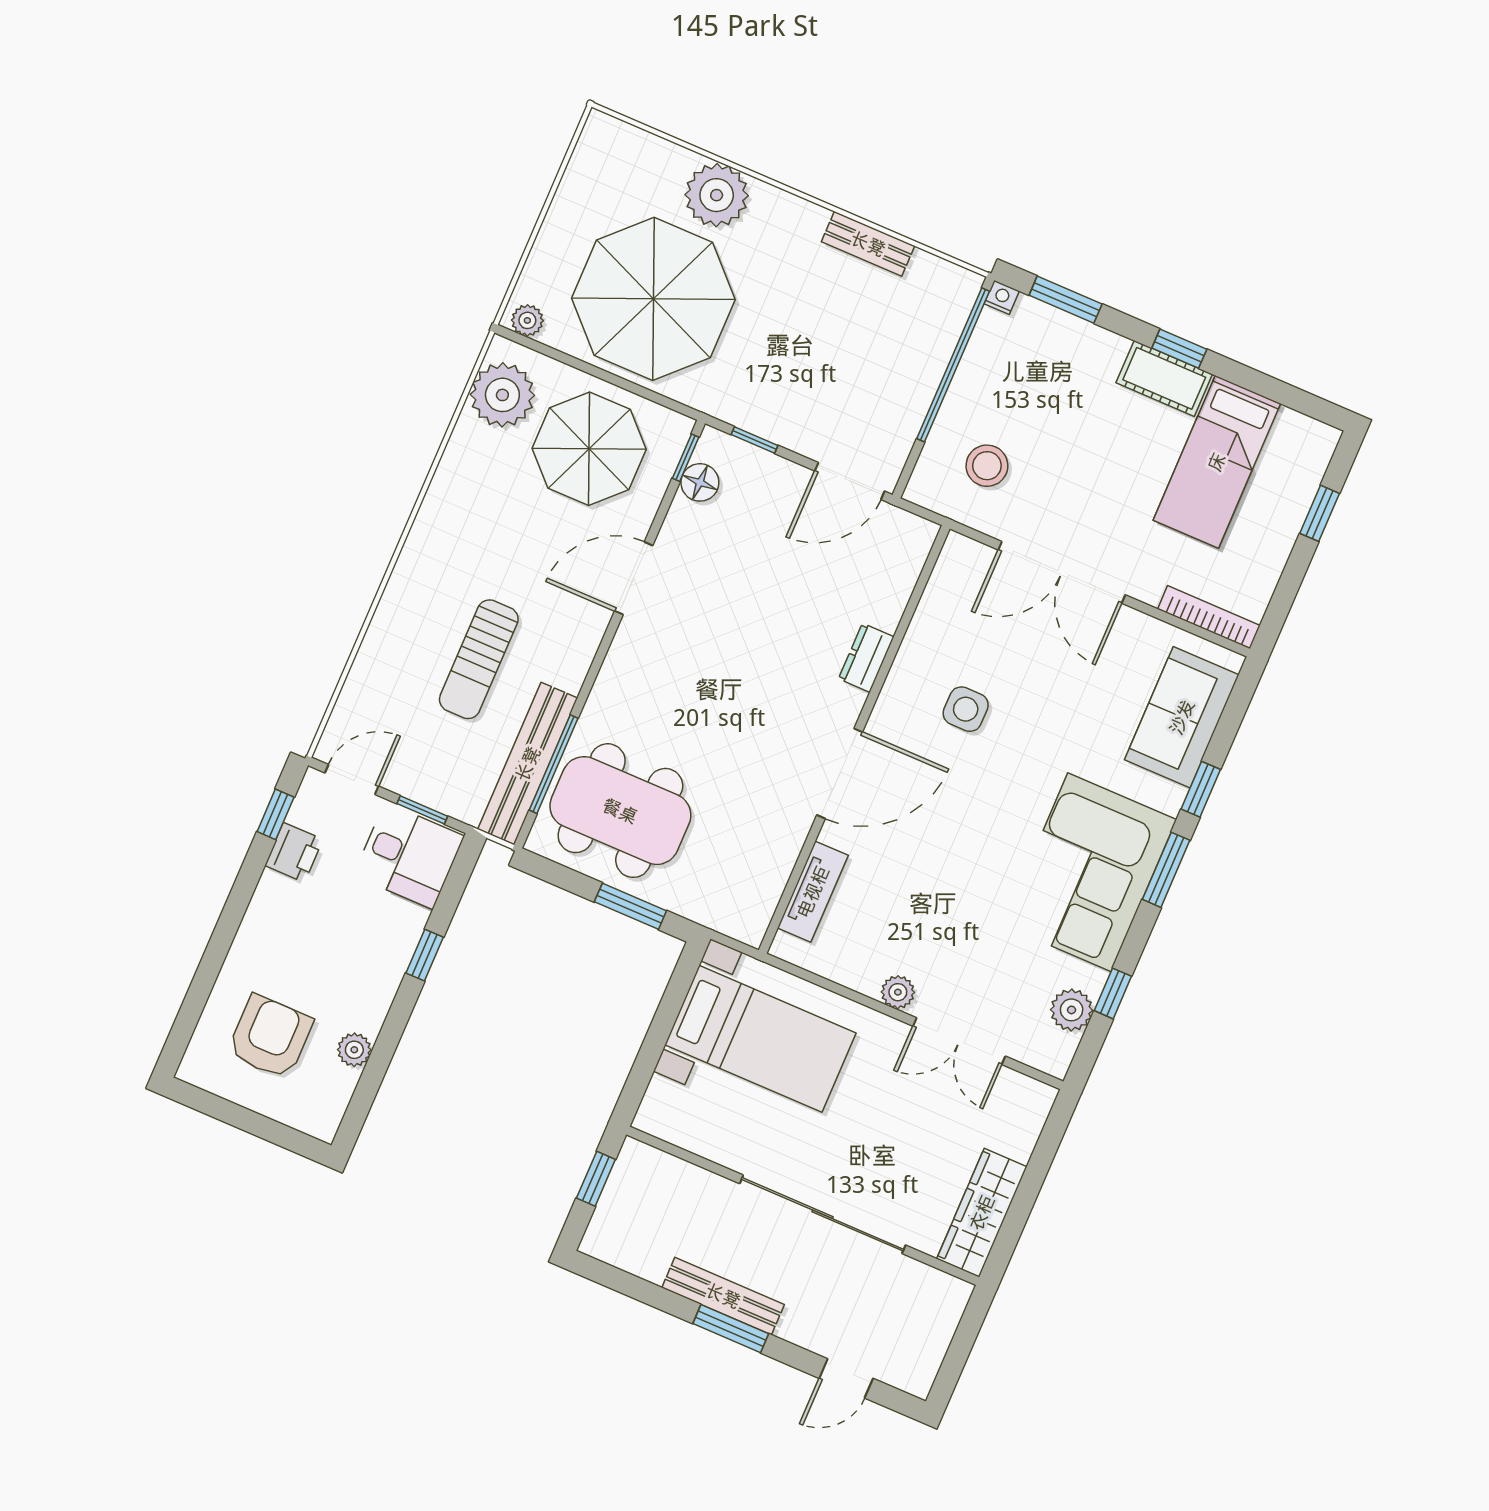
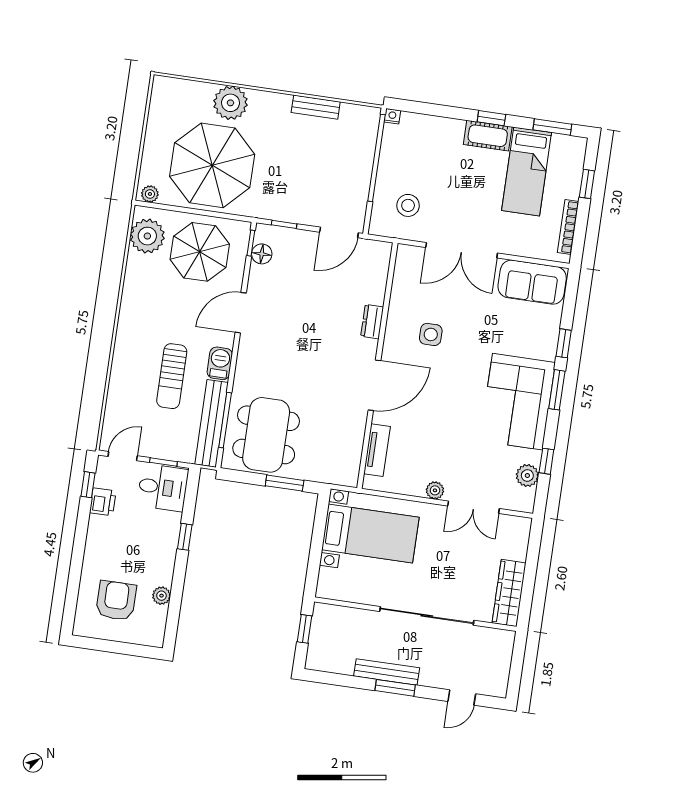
window: (1066, 300) -> (552, 127), moved
bookcase: (1209, 617) -> (568, 227), moved, turned -90
barbecue: (571, 659) -> (220, 363), added
sofa: (1182, 717) -> (532, 282), moved, turned -90
dining table: (620, 811) -> (266, 435), turned 90

